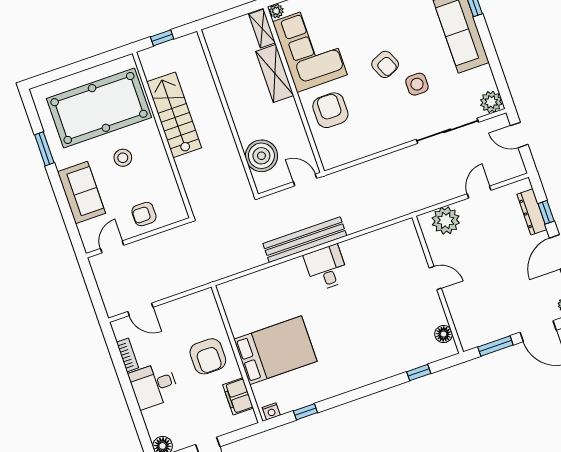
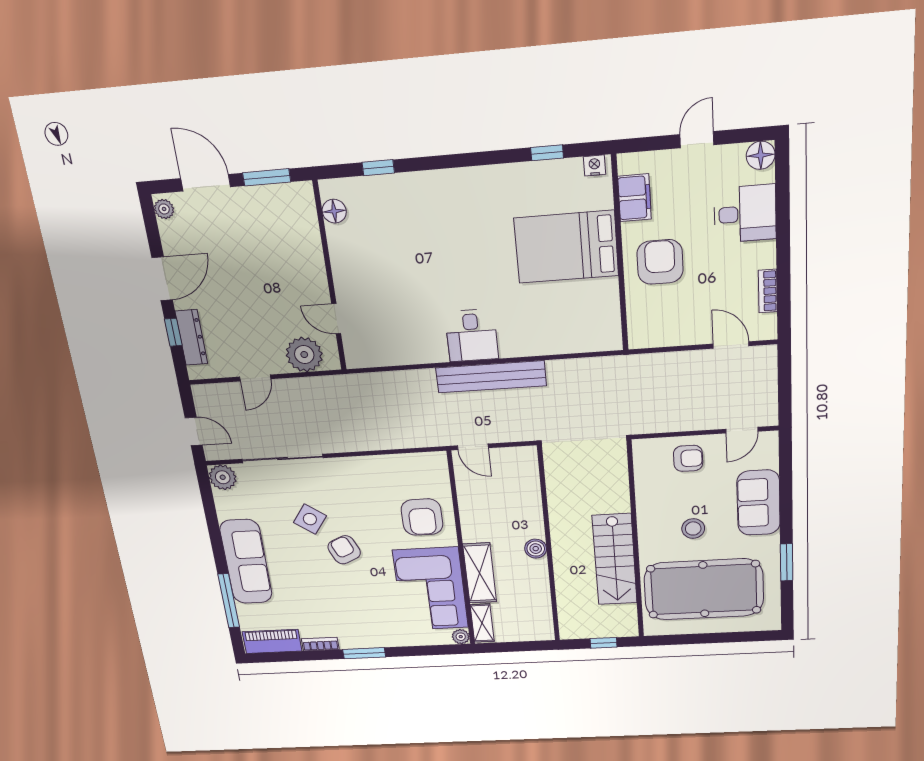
side table: (417, 84) -> (310, 519), turned 36
boiler: (261, 156) -> (536, 549), moved, width x0.54, depth x0.54
door: (435, 278) -> (336, 319), moved
desk: (154, 385) -> (745, 214), moved

